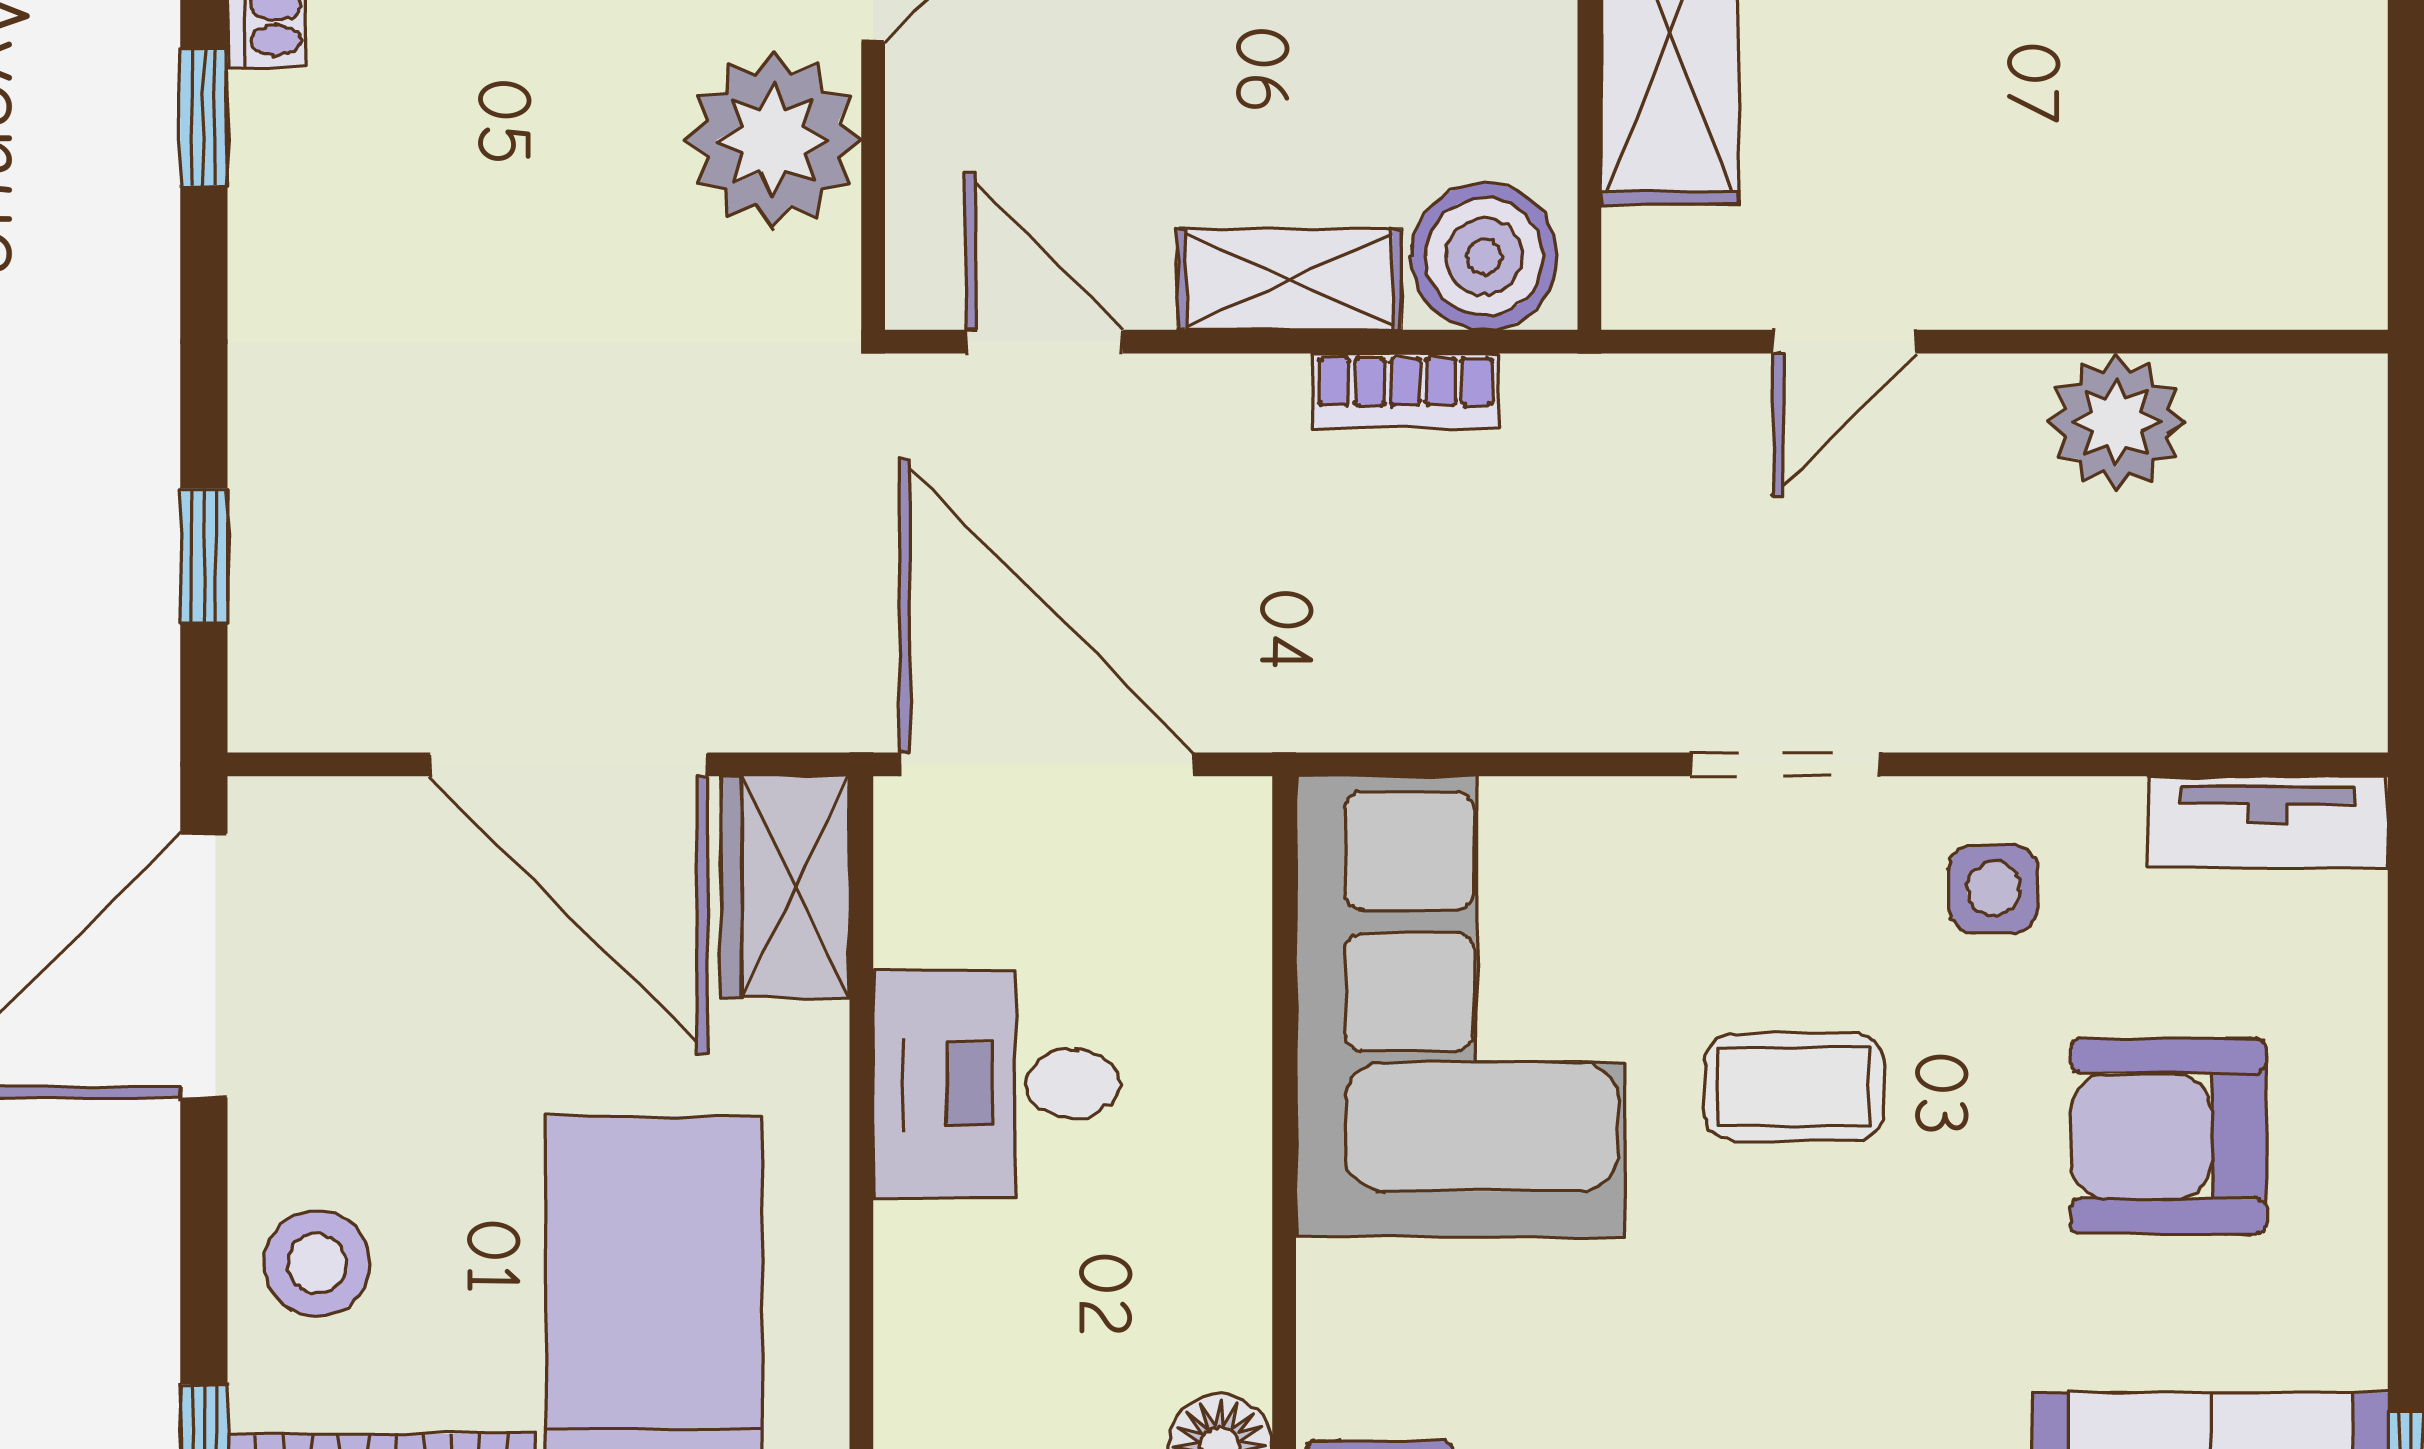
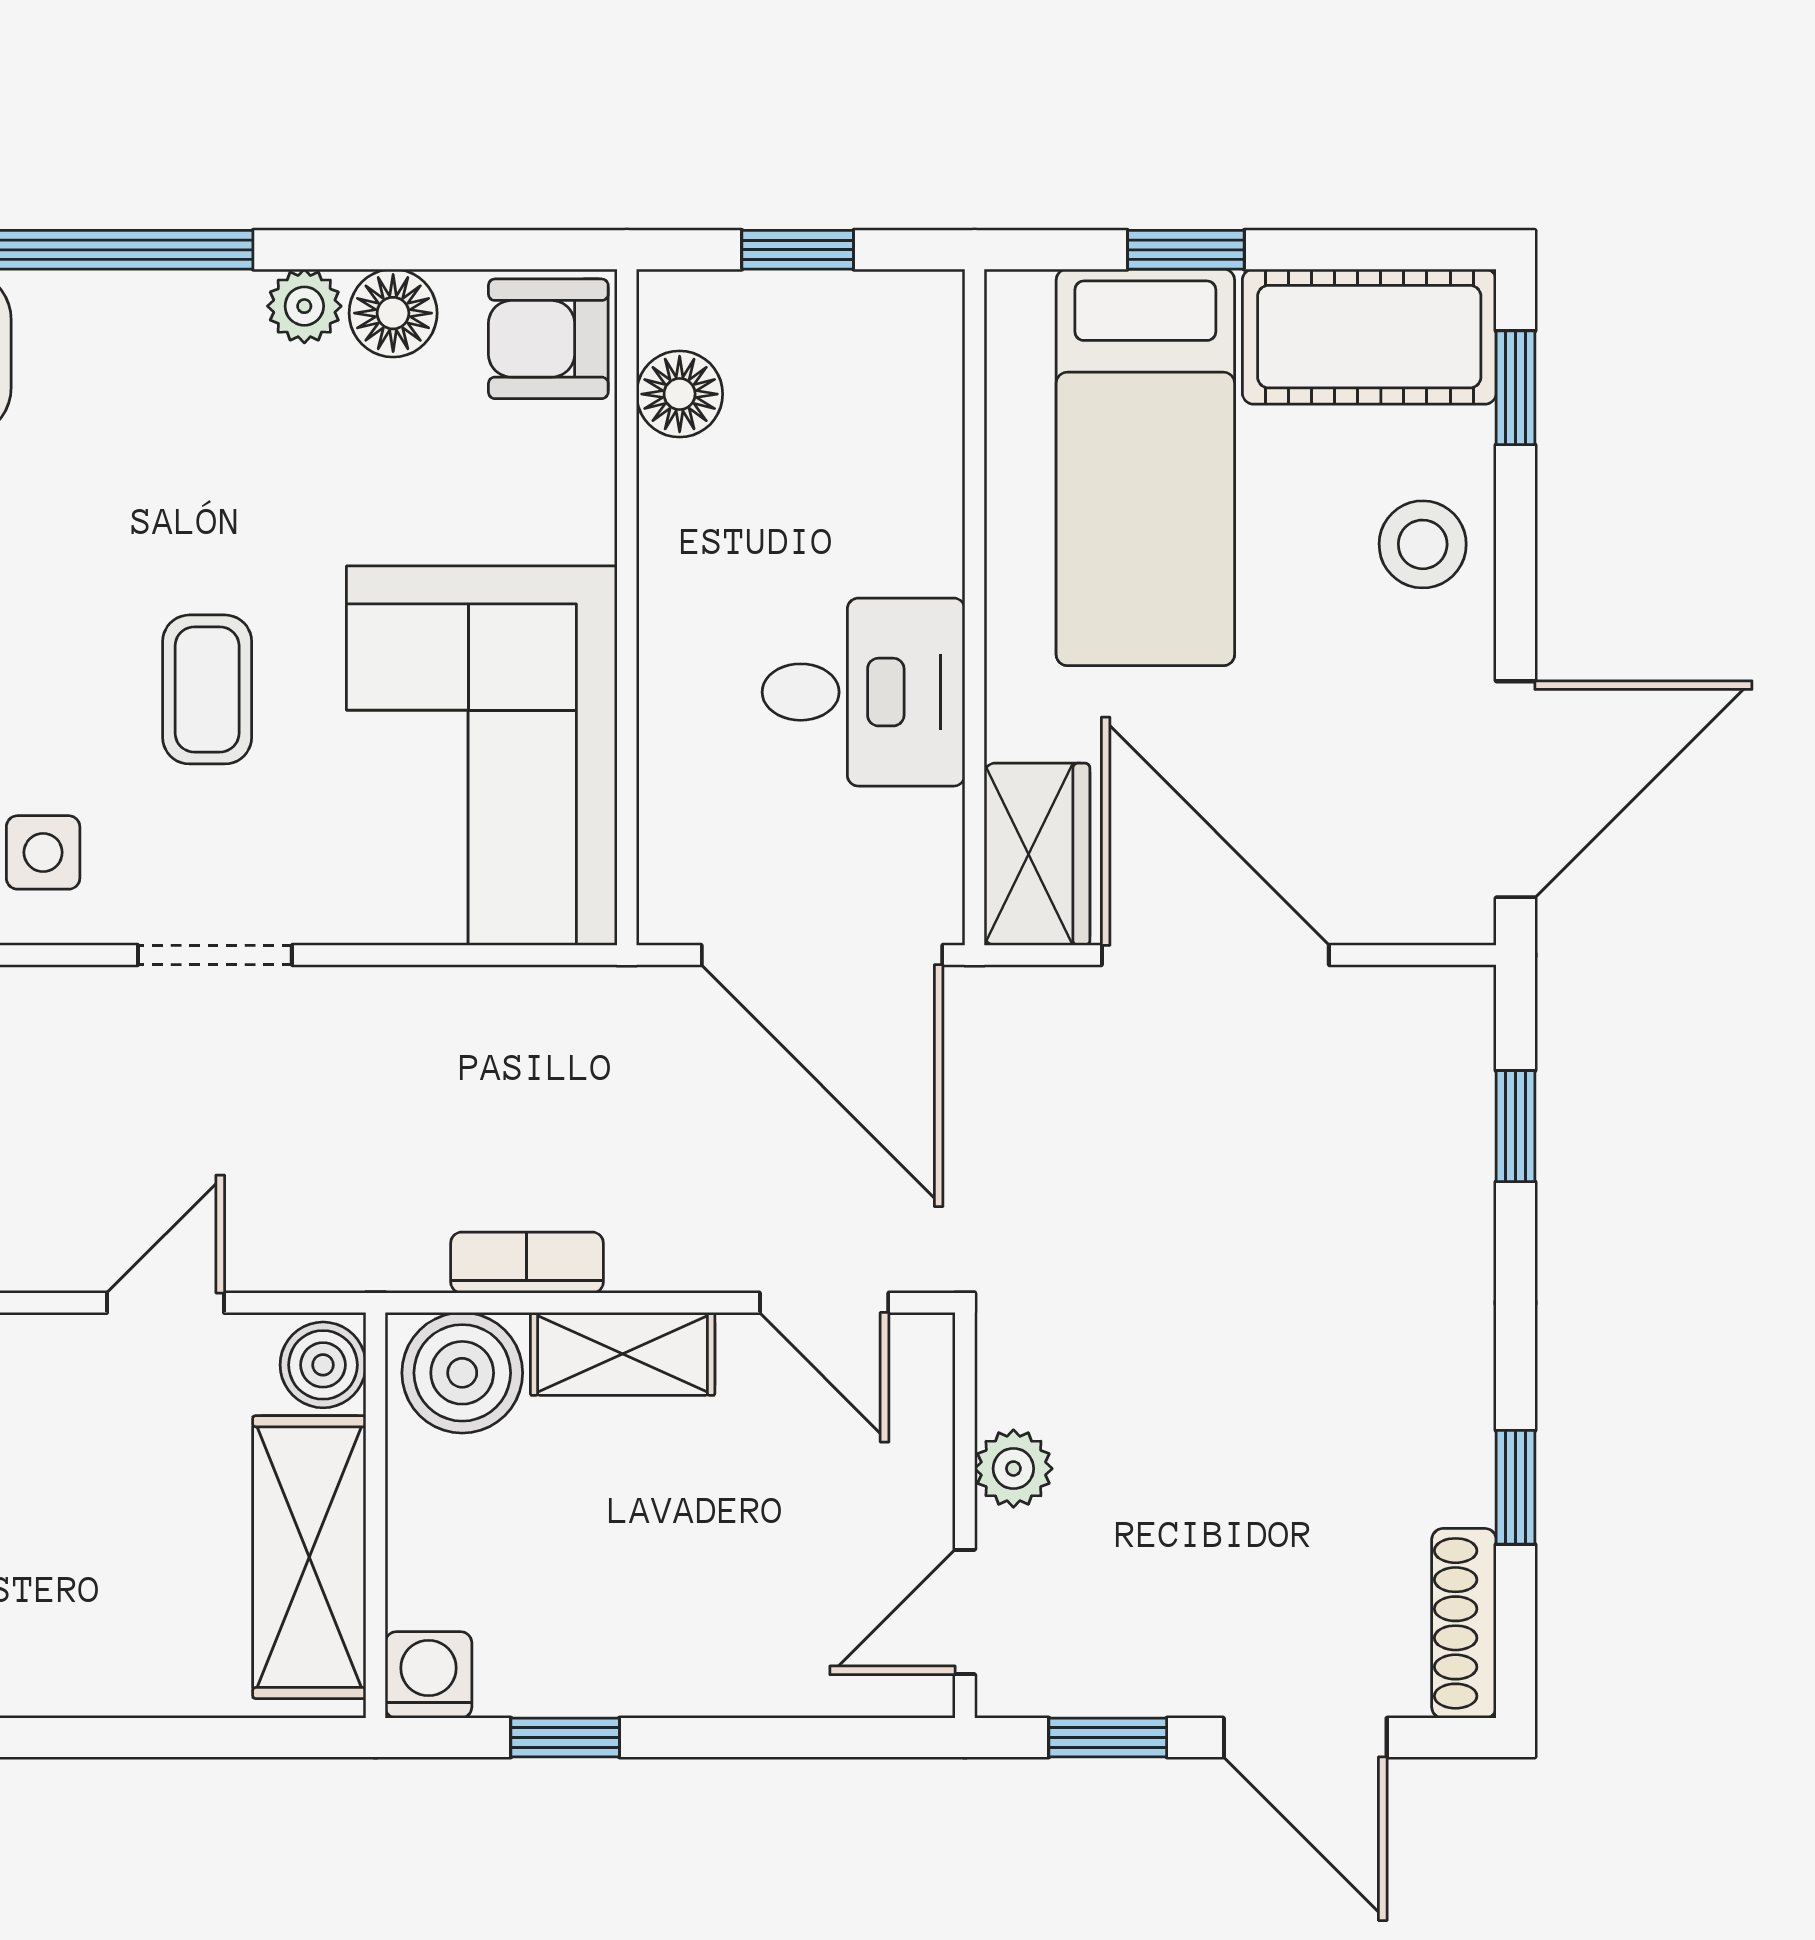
plant: (773, 140) -> (1013, 1469), width x0.53, depth x0.53
boiler: (1653, 266) -> (323, 1365), added
coffee table: (1794, 1087) -> (207, 689), turned 90

